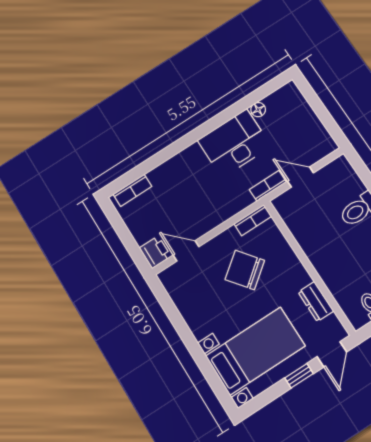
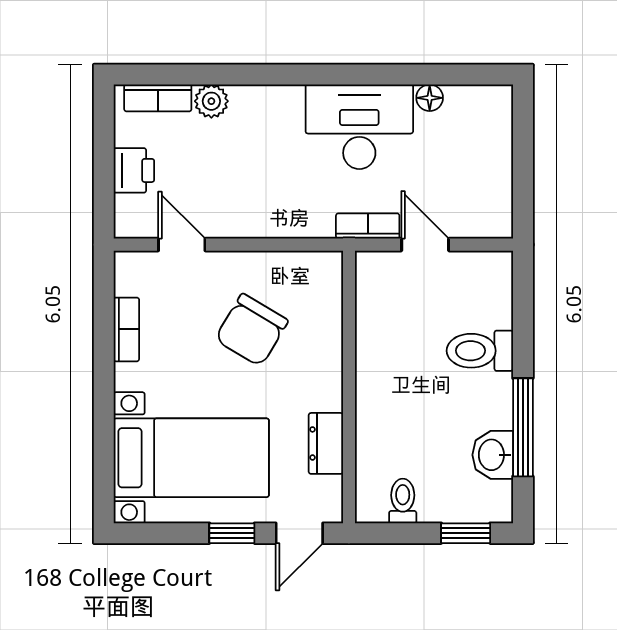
plant: (158, 176) -> (211, 101), added
bookcase: (253, 220) -> (126, 329), moved, turned -90
printer: (155, 252) -> (134, 170), moved
chair: (245, 270) -> (251, 330), turned -111

